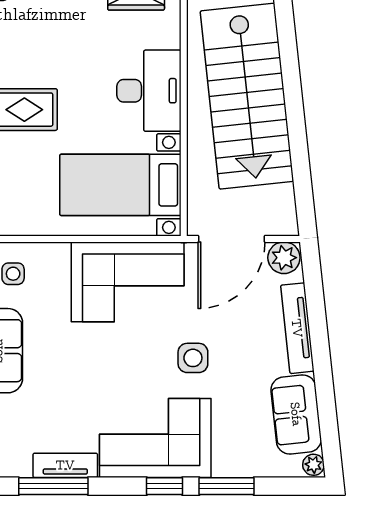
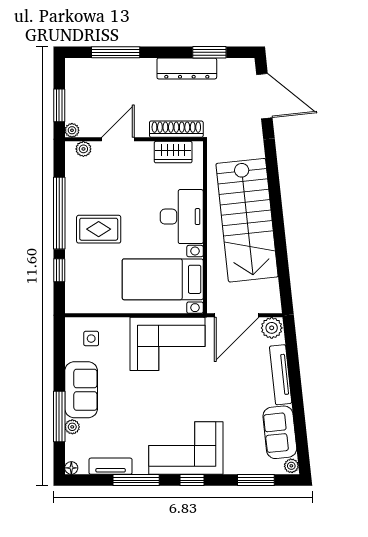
side table: (193, 358) -> (211, 395), removed
tv unit: (65, 465) -> (111, 466), moved
window: (53, 486) -> (136, 480), moved
window: (226, 486) -> (256, 480), moved

